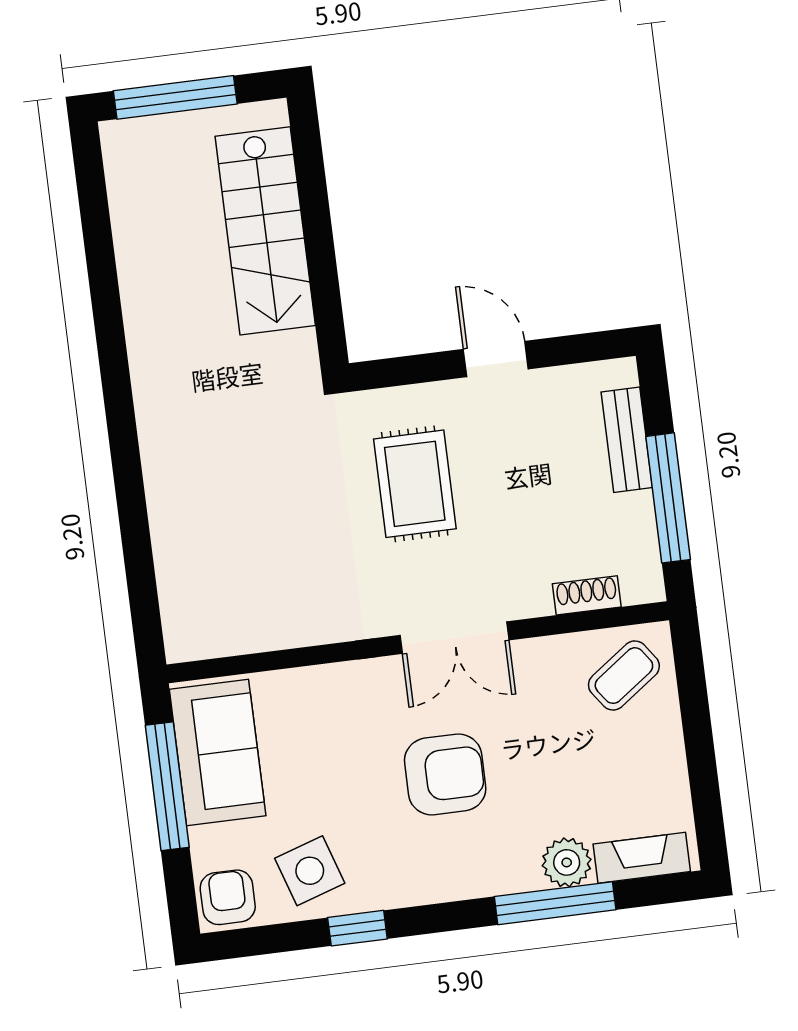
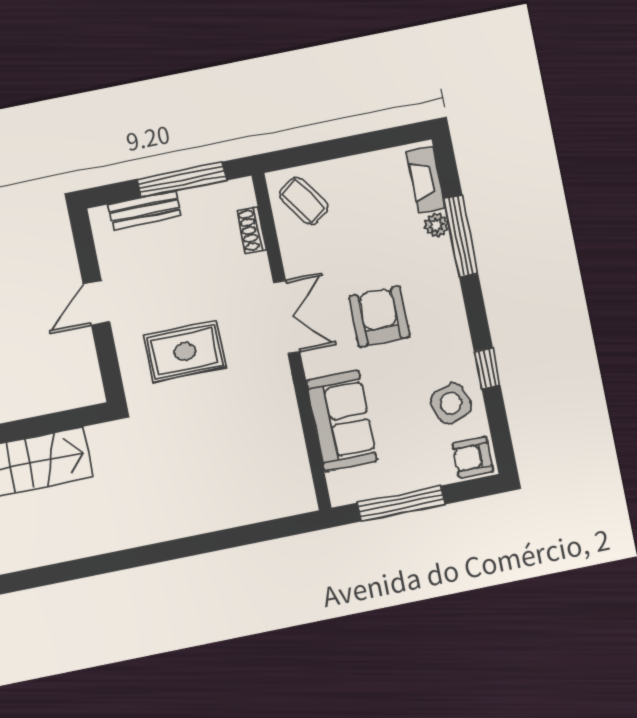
sofa: (218, 752) -> (342, 421), moved, turned 90
plant: (567, 862) -> (436, 225), width x0.73, depth x0.73

